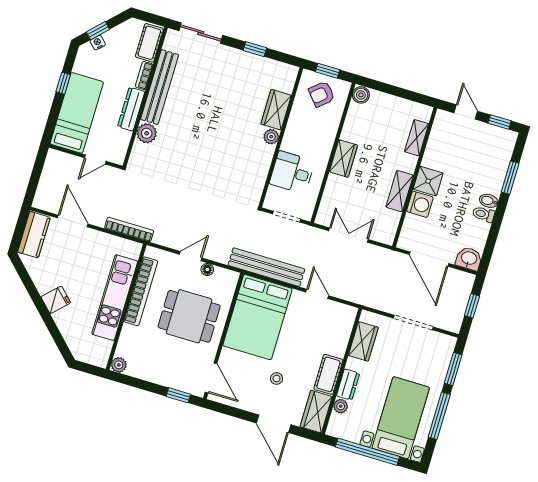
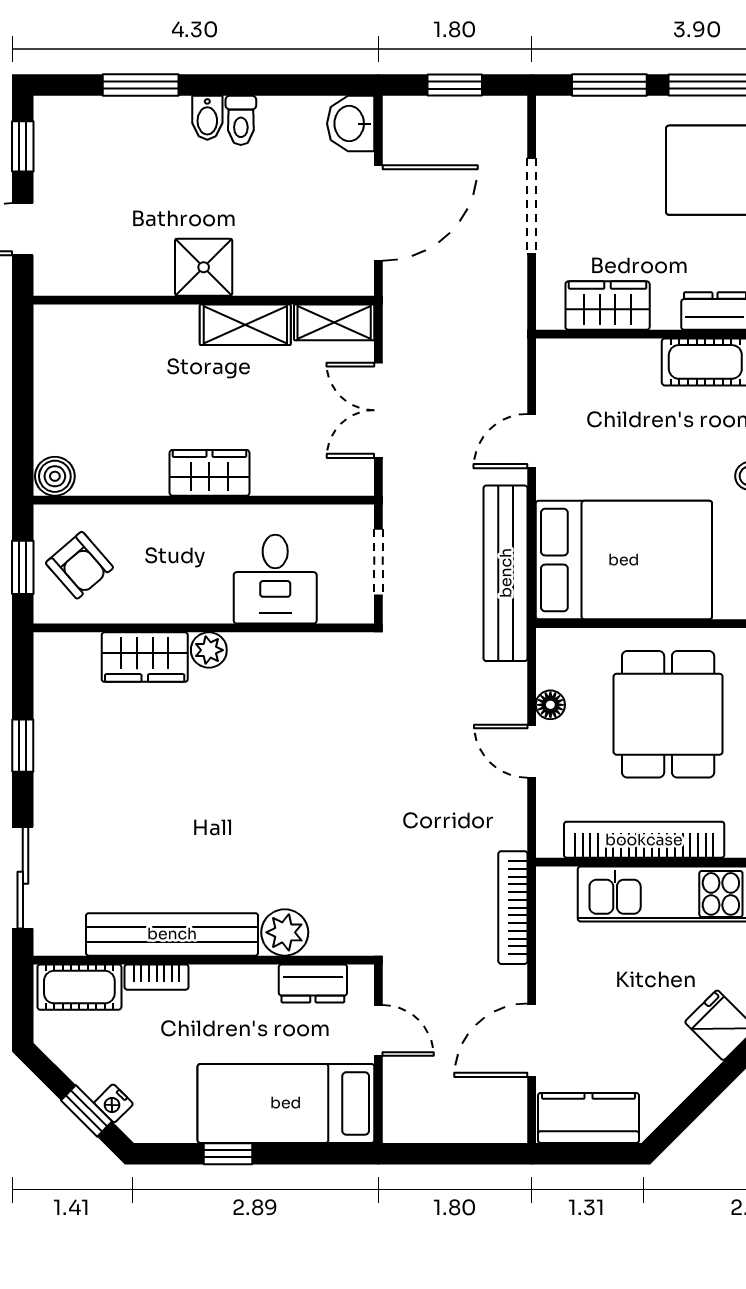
dresser: (131, 109) -> (313, 983), moved, width x0.70
shelving: (417, 138) -> (334, 322), moved
washing machine: (420, 204) -> (261, 270), removed

